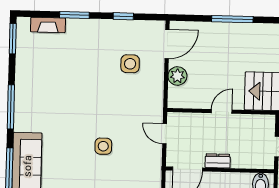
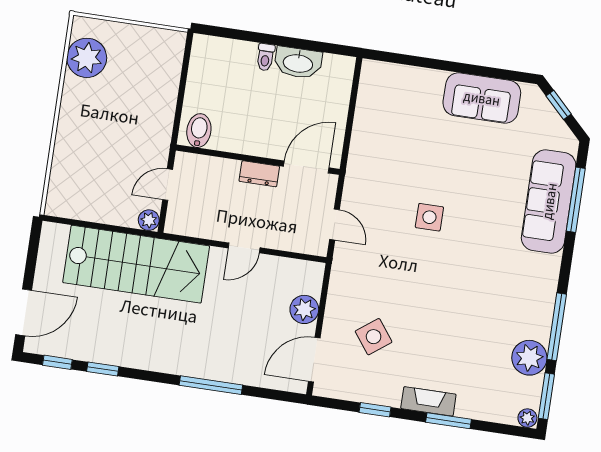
plant: (23, 23) -> (527, 418), added
fireplace: (48, 25) -> (428, 401), moved
plant: (27, 63) -> (529, 358), added
side table: (130, 64) -> (374, 337), turned -37
window: (11, 107) -> (557, 327), moved

